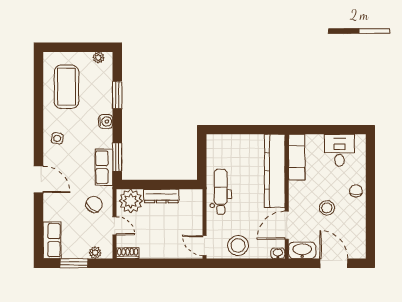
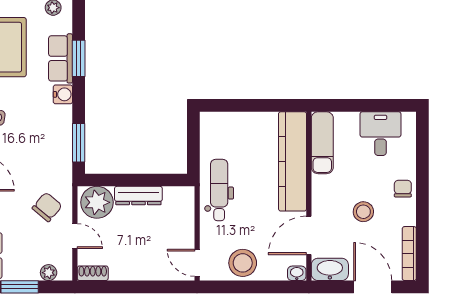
row of seats: (104, 167) -> (61, 58), moved
bookcase: (361, 239) -> (409, 254), added

